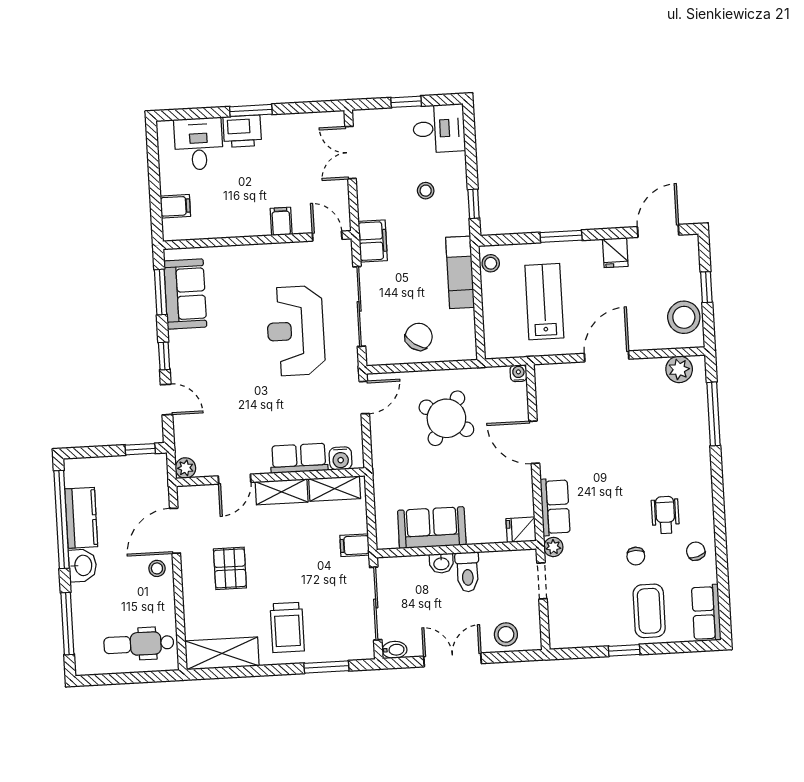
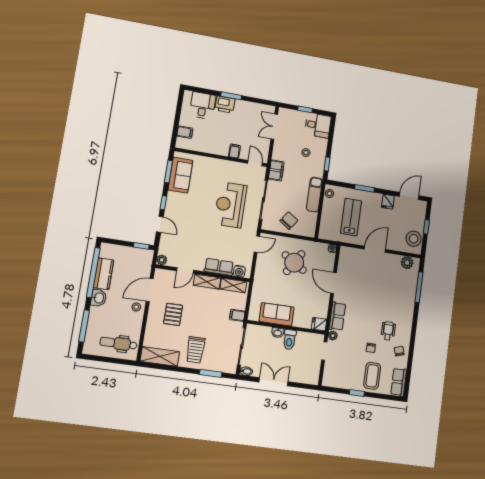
stool: (506, 634) -> (302, 374), removed

